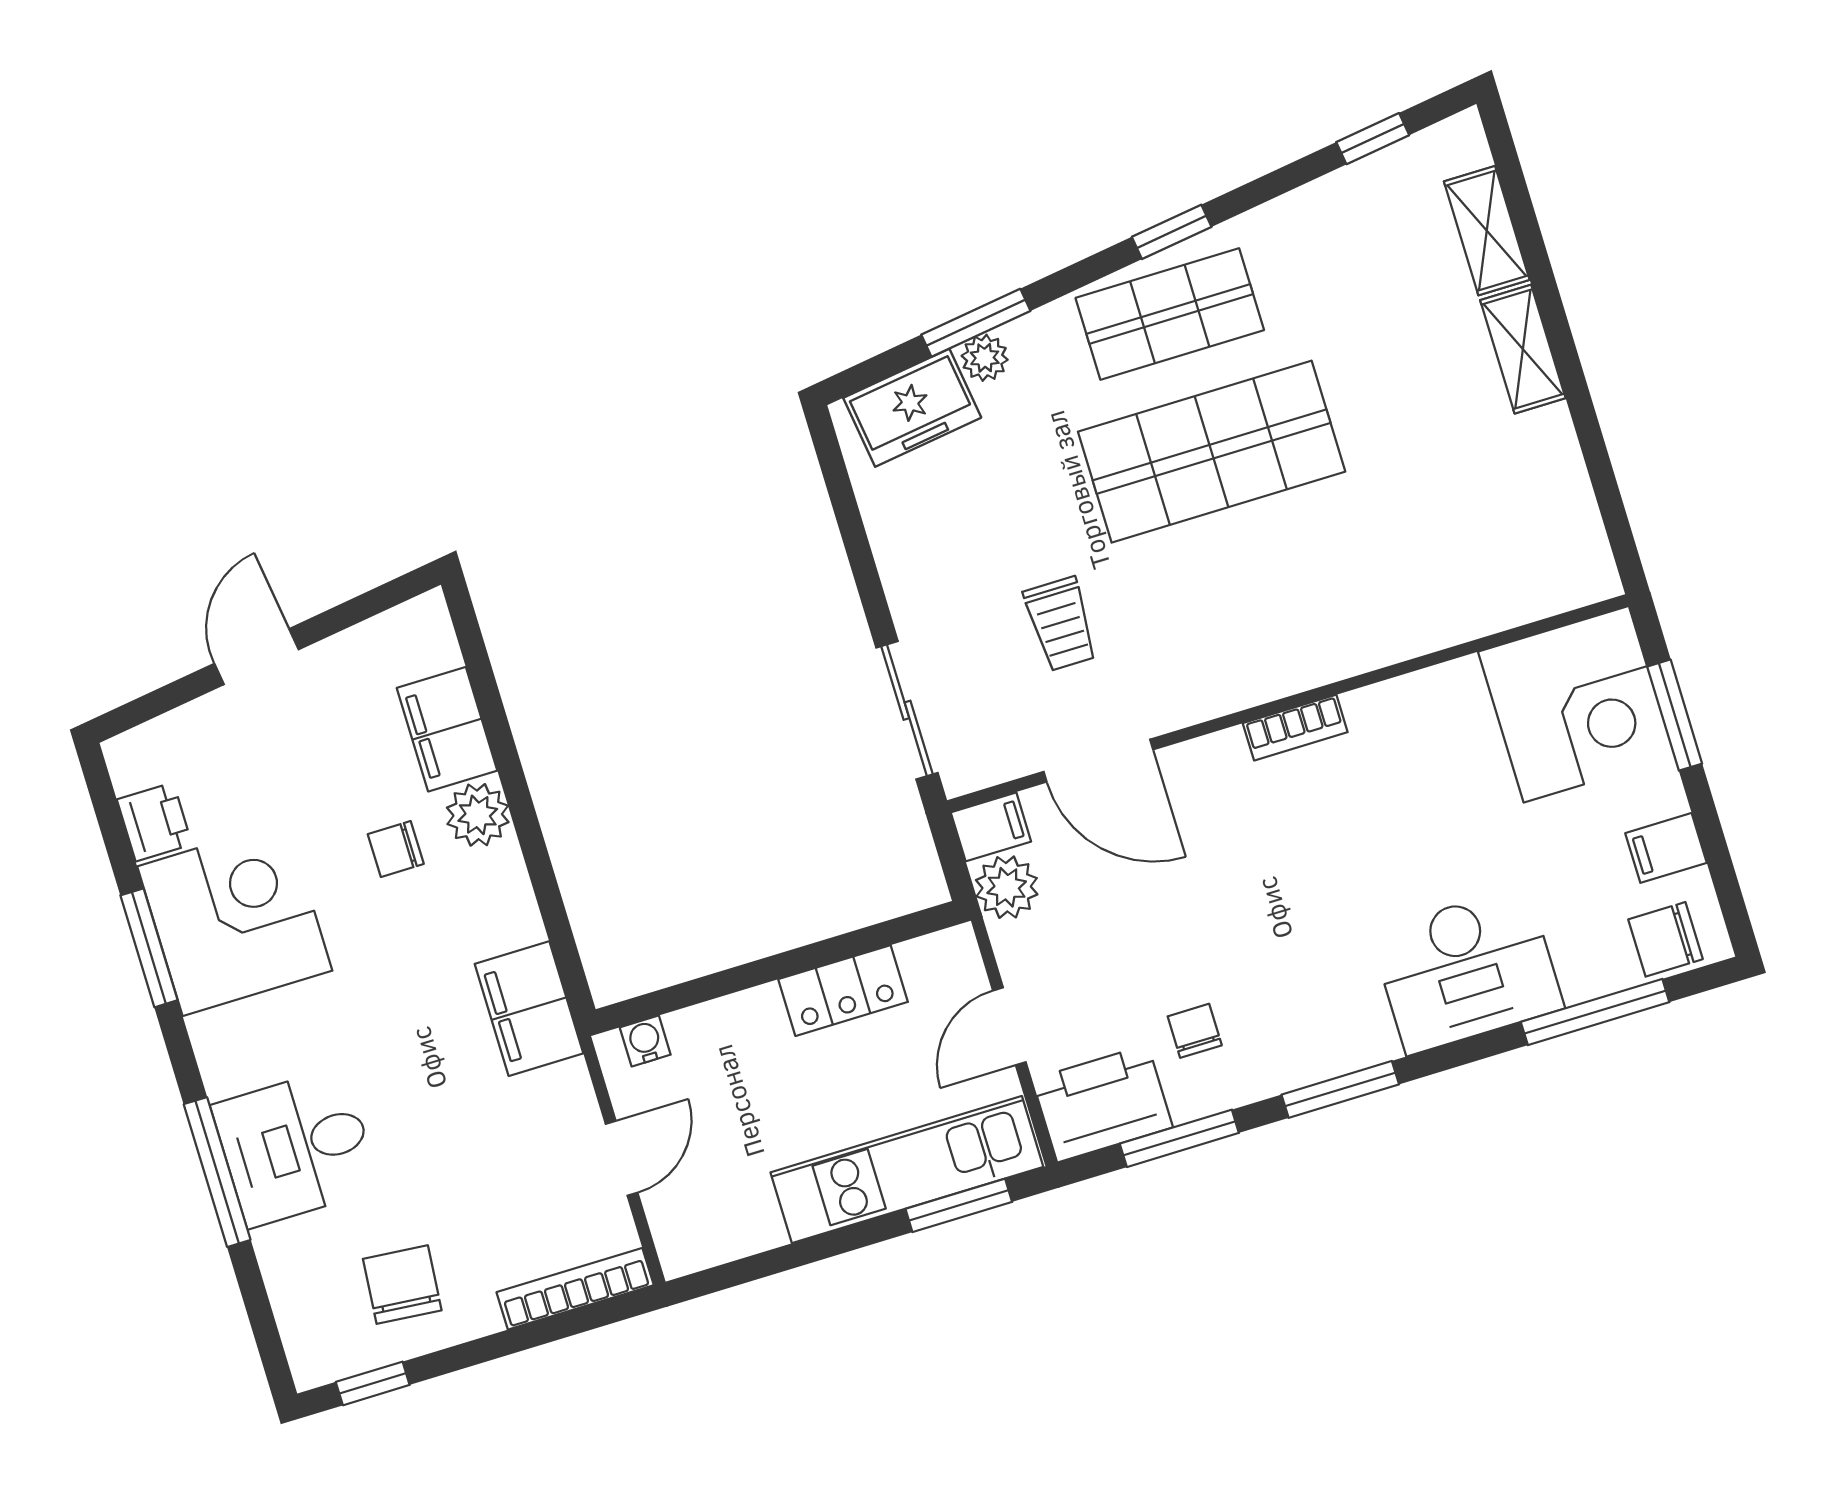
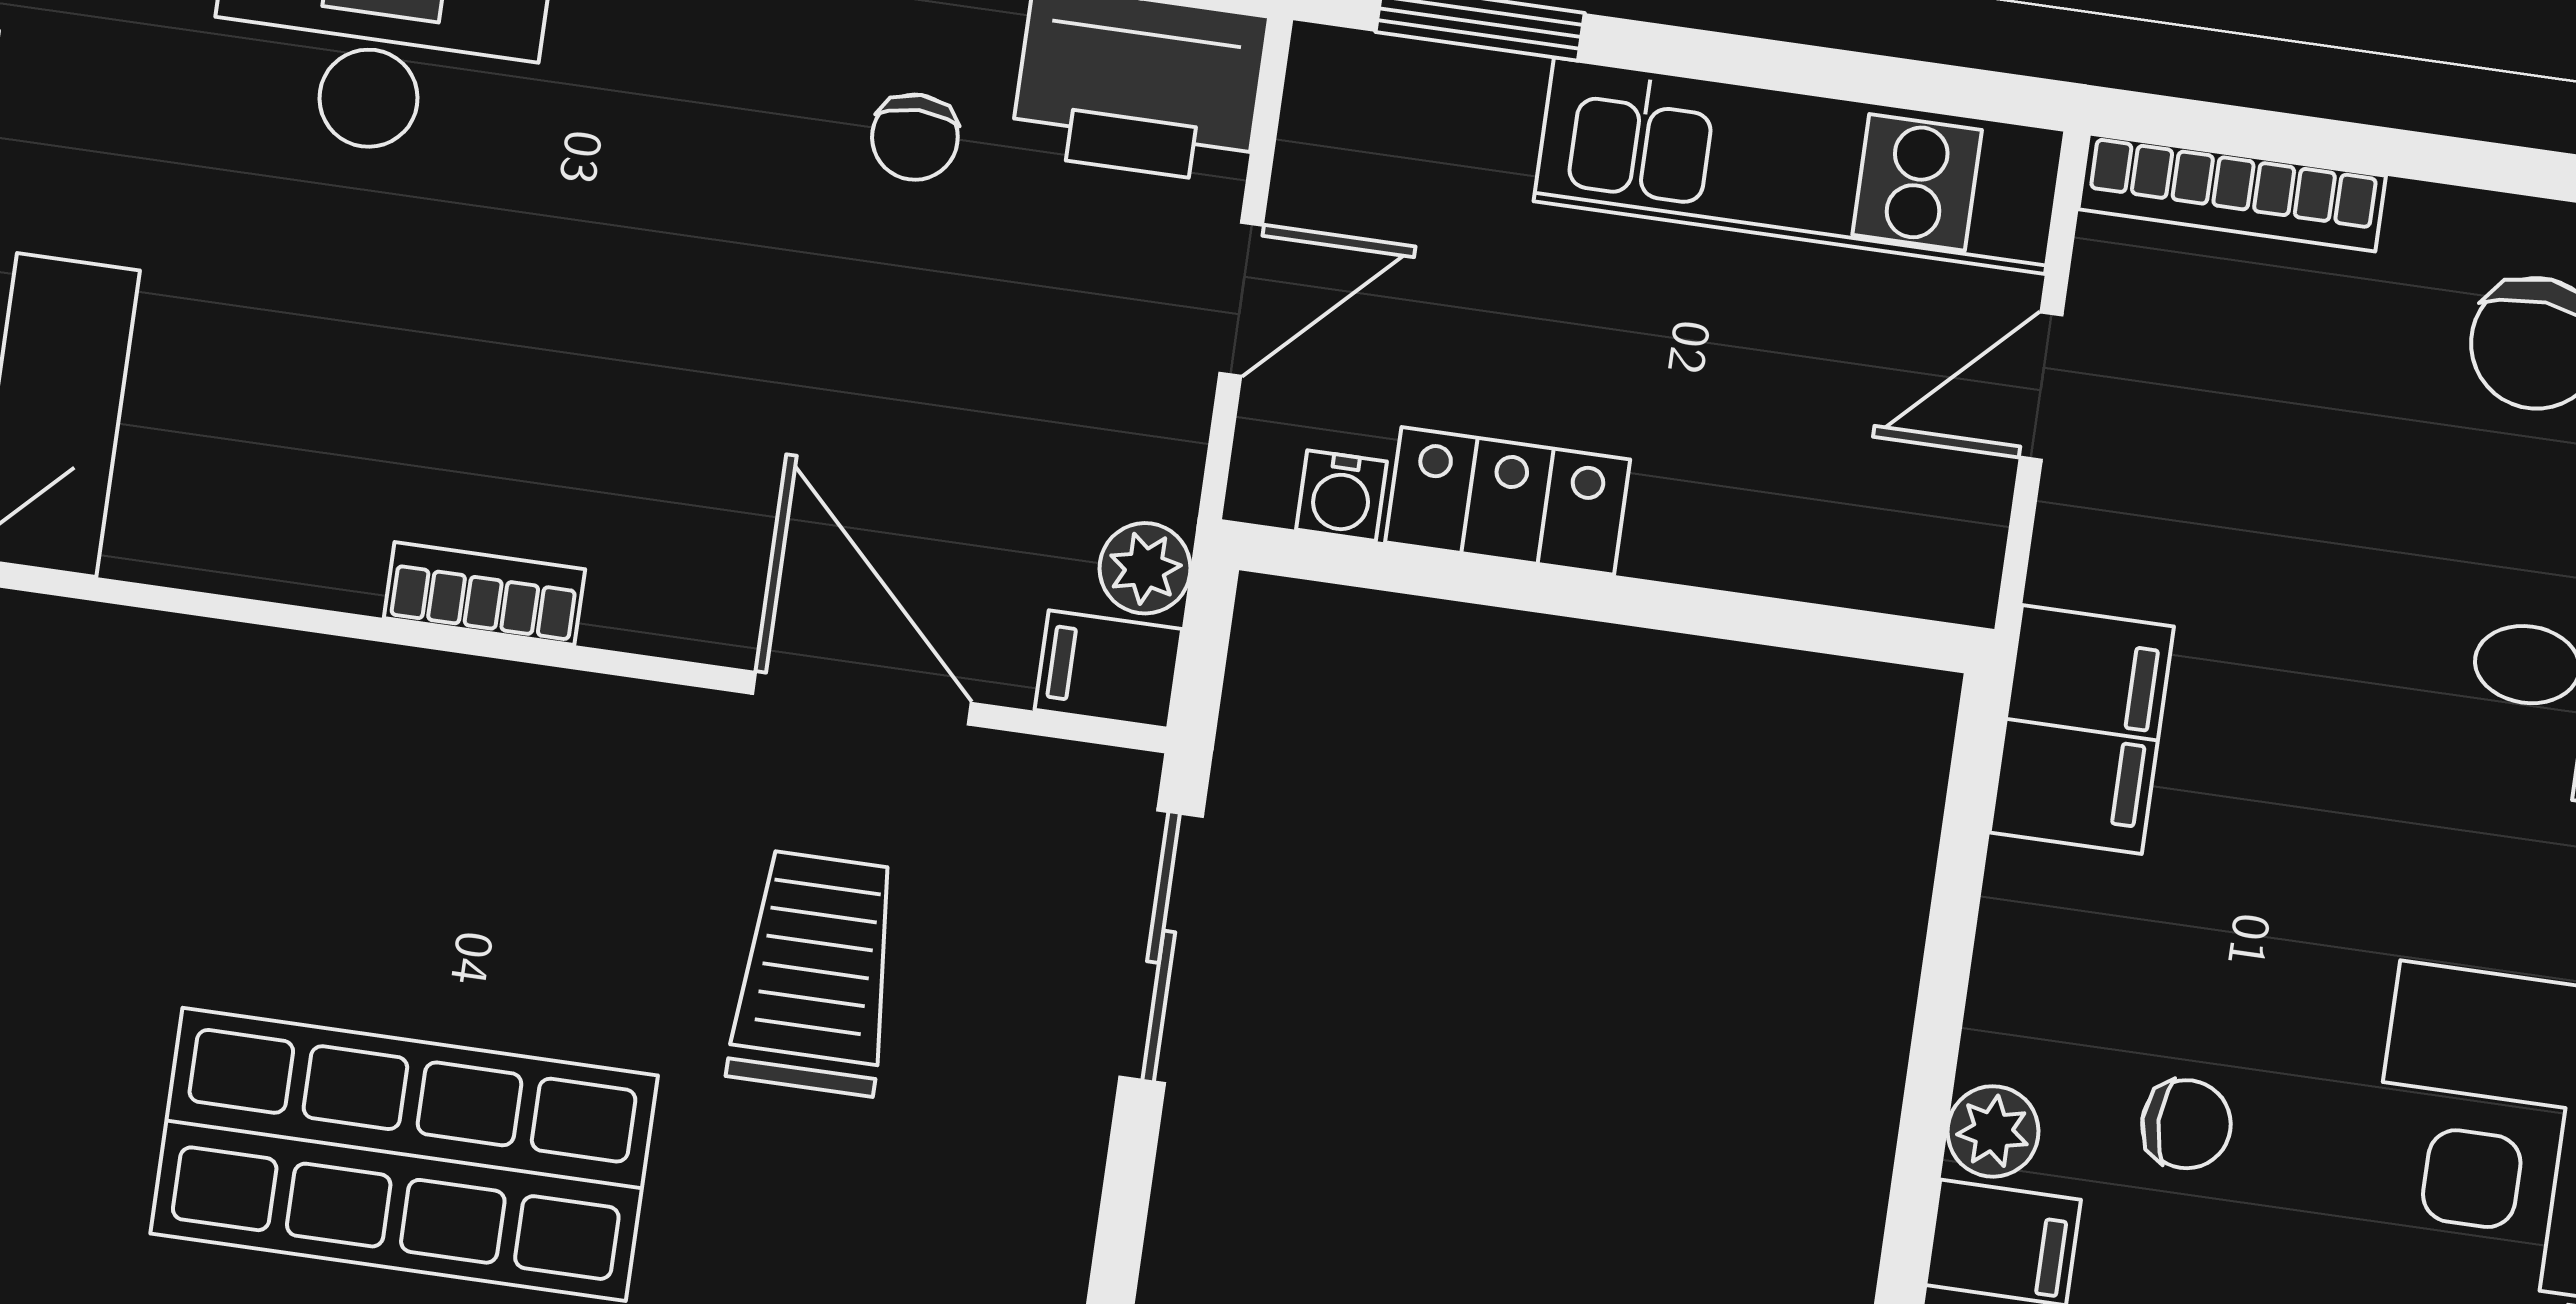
trolley: (1061, 624) -> (815, 973), width x1.36, depth x1.39
plant: (478, 815) -> (1993, 1131), width x0.73, depth x0.73
plant: (1007, 887) -> (1145, 568), width x0.73, depth x0.73
water cooler: (645, 1041) -> (1341, 496), moved
kitchen unit: (907, 1170) -> (1800, 166), moved

